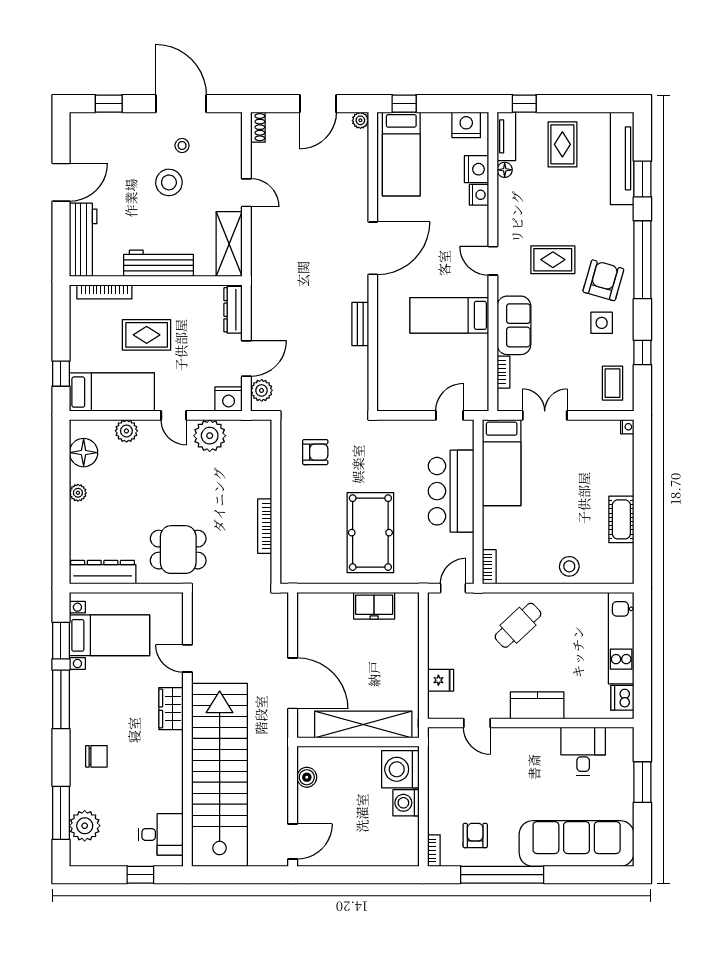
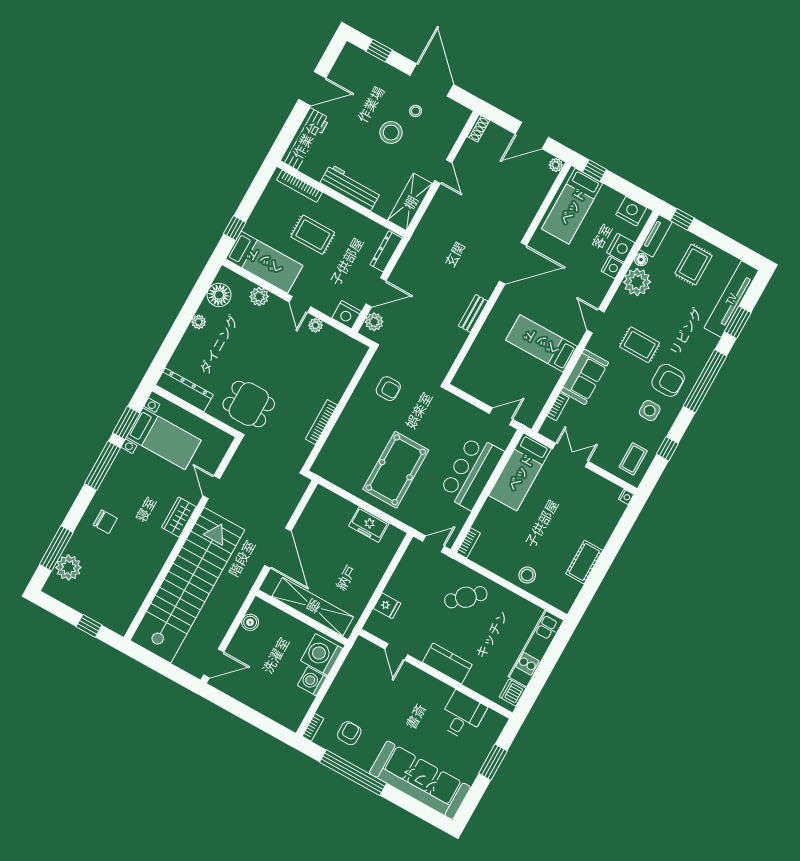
plant: (514, 196) -> (637, 282), added
armchair: (603, 280) -> (668, 380), turned 74
plant: (210, 436) -> (316, 325), width x0.53, depth x0.53
desk: (161, 834) -> (120, 605), removed

